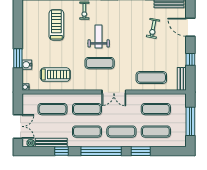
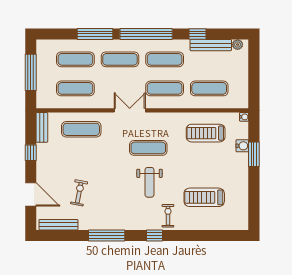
treadmill: (56, 25) -> (204, 197), turned 90
double door: (18, 126) -> (254, 66), removed
window: (141, 151) -> (95, 34), width x1.44

